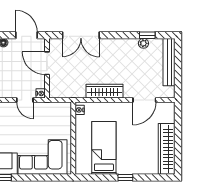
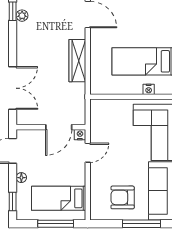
door: (47, 63) -> (59, 127), moved
nightstand: (80, 110) -> (149, 89), moved

